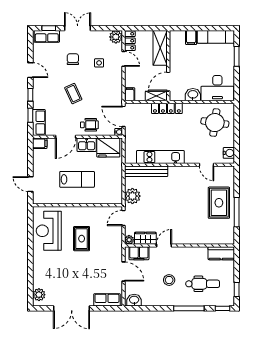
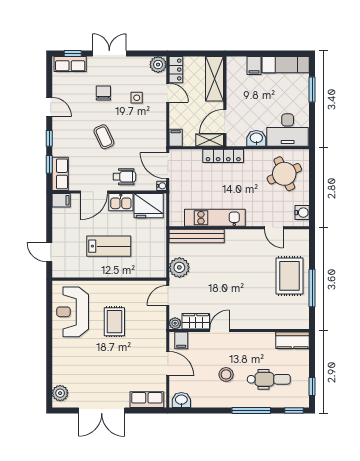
round table: (215, 123) -> (284, 174), turned -32
filing cabinet: (139, 253) -> (181, 340), width x0.50

